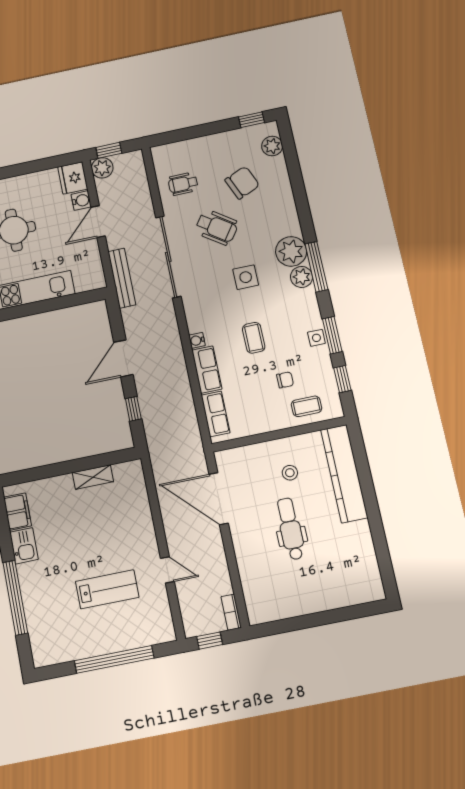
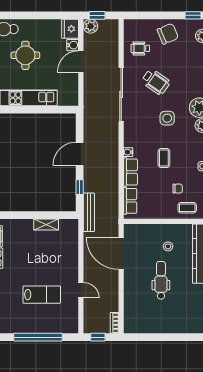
chair: (242, 183) -> (168, 34), moved
bench: (122, 278) -> (89, 212), moved

